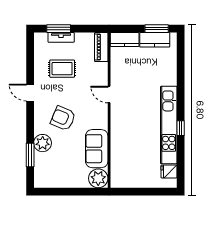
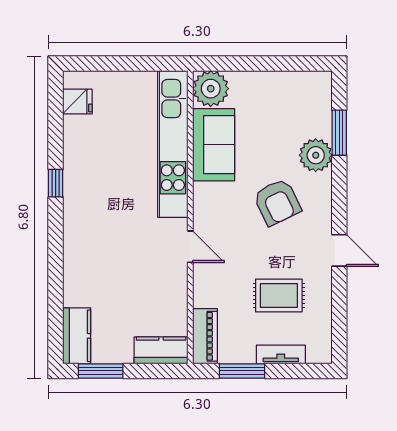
window: (59, 29) -> (242, 371), moved
kitchen counter: (155, 40) -> (77, 336), moved, turned 90
armchair: (63, 118) -> (277, 202), turned 41
kitchen unit: (169, 125) -> (173, 144), moved, turned 180

